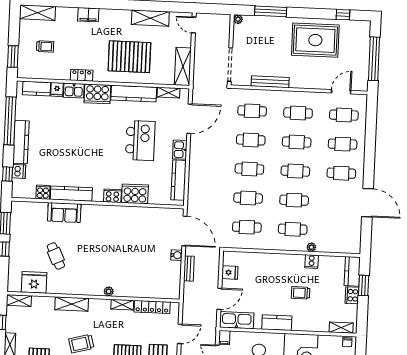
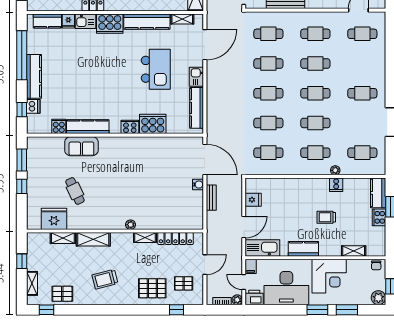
cafe table: (343, 144) -> (362, 153), moved
shelving: (19, 301) -> (63, 238), moved
shelving: (341, 328) -> (354, 251), moved

